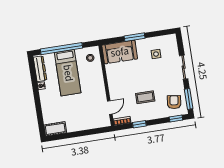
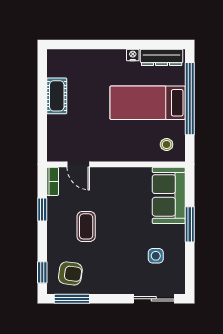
sliding door: (184, 67) -> (154, 299), moved
cot: (55, 129) -> (57, 96), moved

